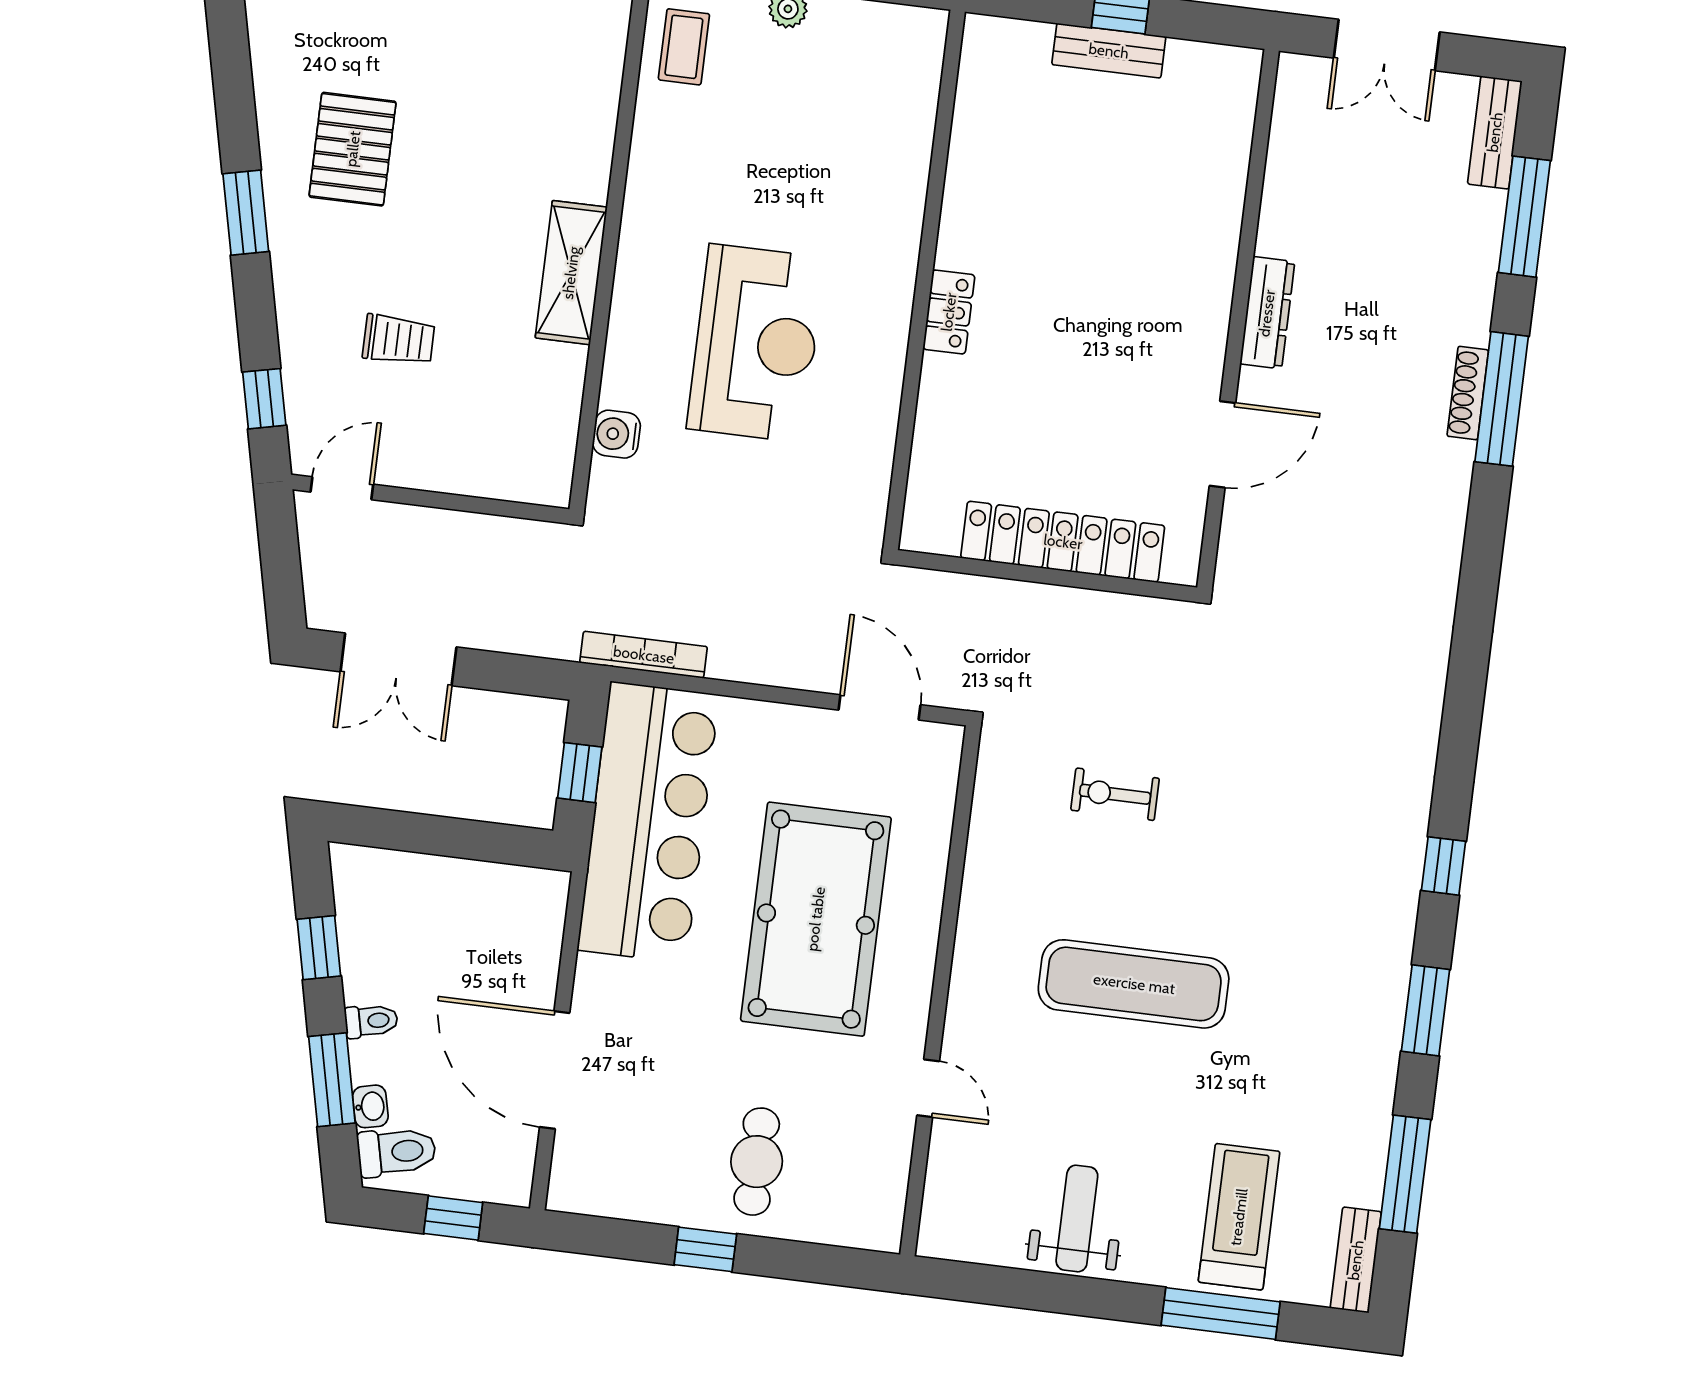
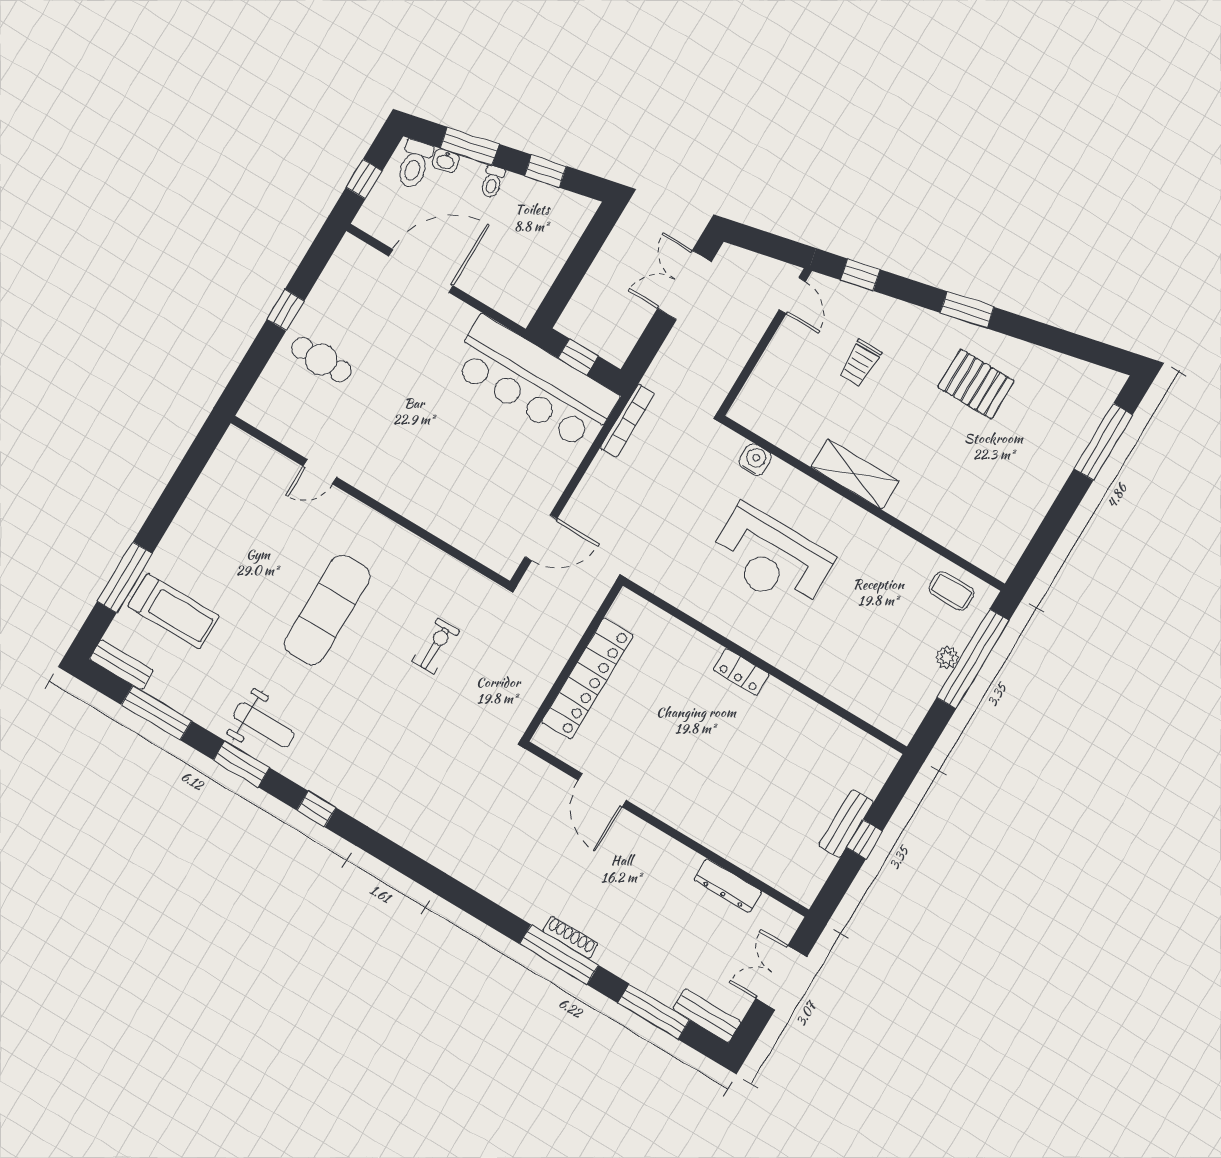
dresser: (1267, 313) -> (728, 886), moved
pool table: (816, 919) -> (440, 451), removed
weight bench: (1077, 1218) -> (264, 725), moved

